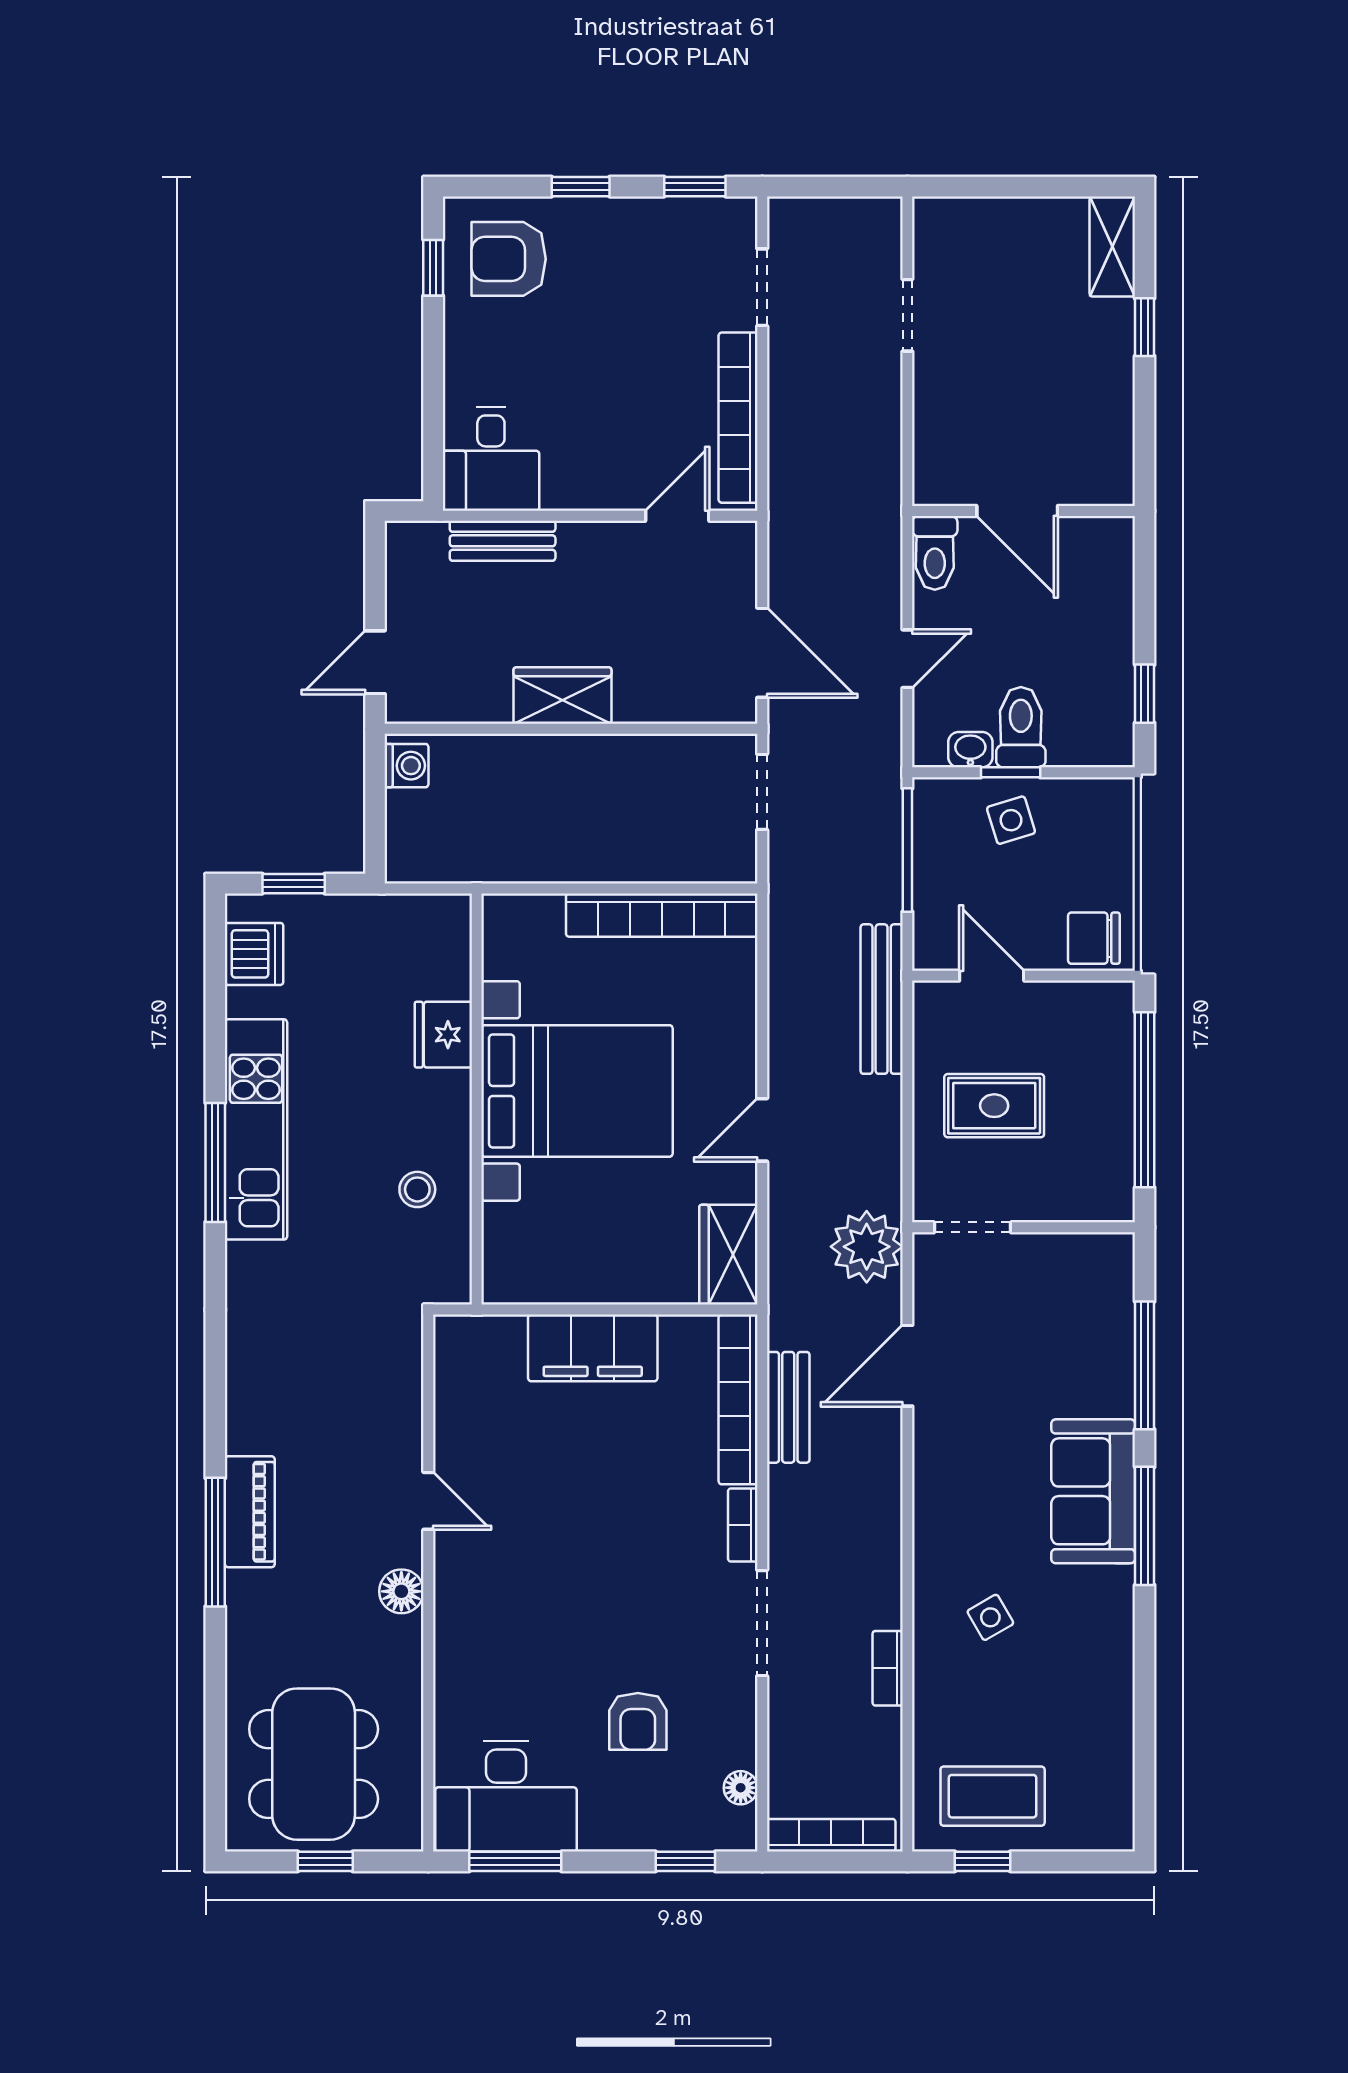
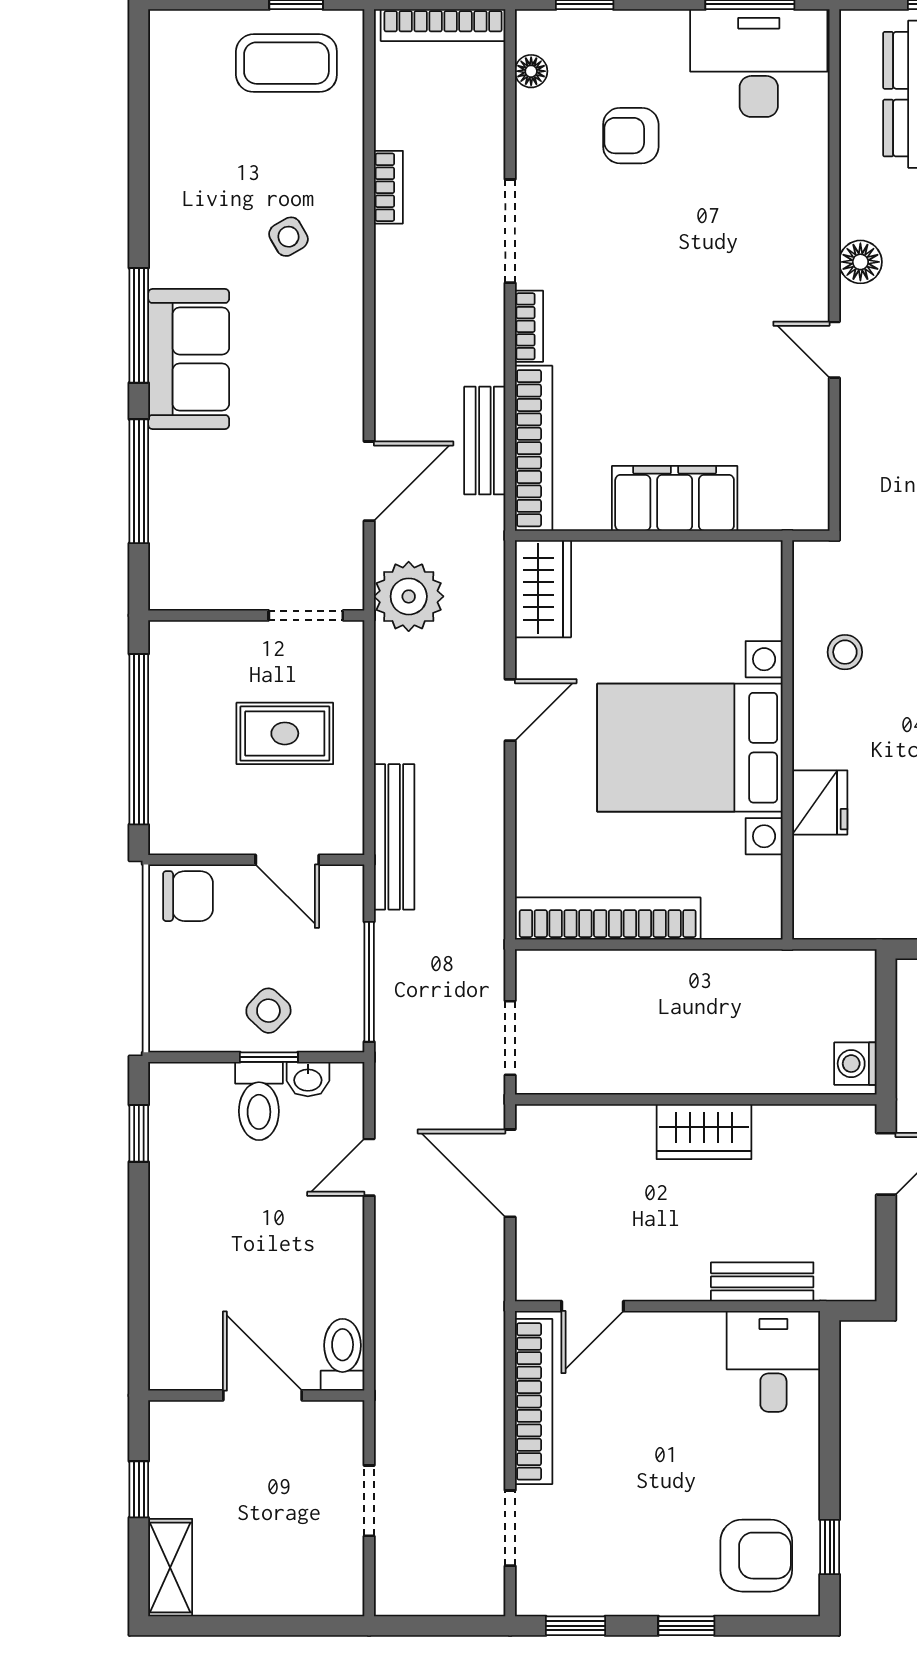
door: (1017, 511) -> (262, 1395), moved
wall: (1024, 511) -> (256, 1395), moved
toilet: (935, 553) -> (343, 1355), moved
side table: (1011, 820) -> (268, 1011), turned -30
armchair: (638, 1721) -> (631, 136), turned -90

